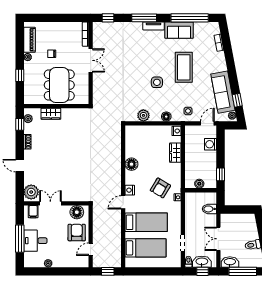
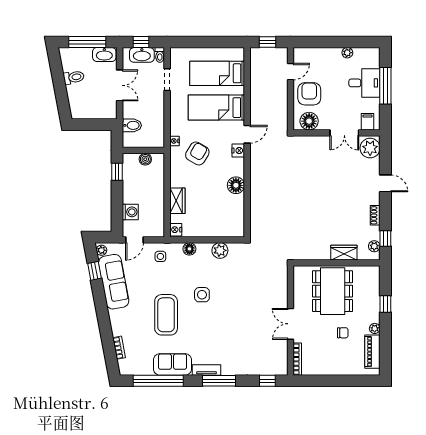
armchair: (77, 233) -> (309, 94), turned 180

